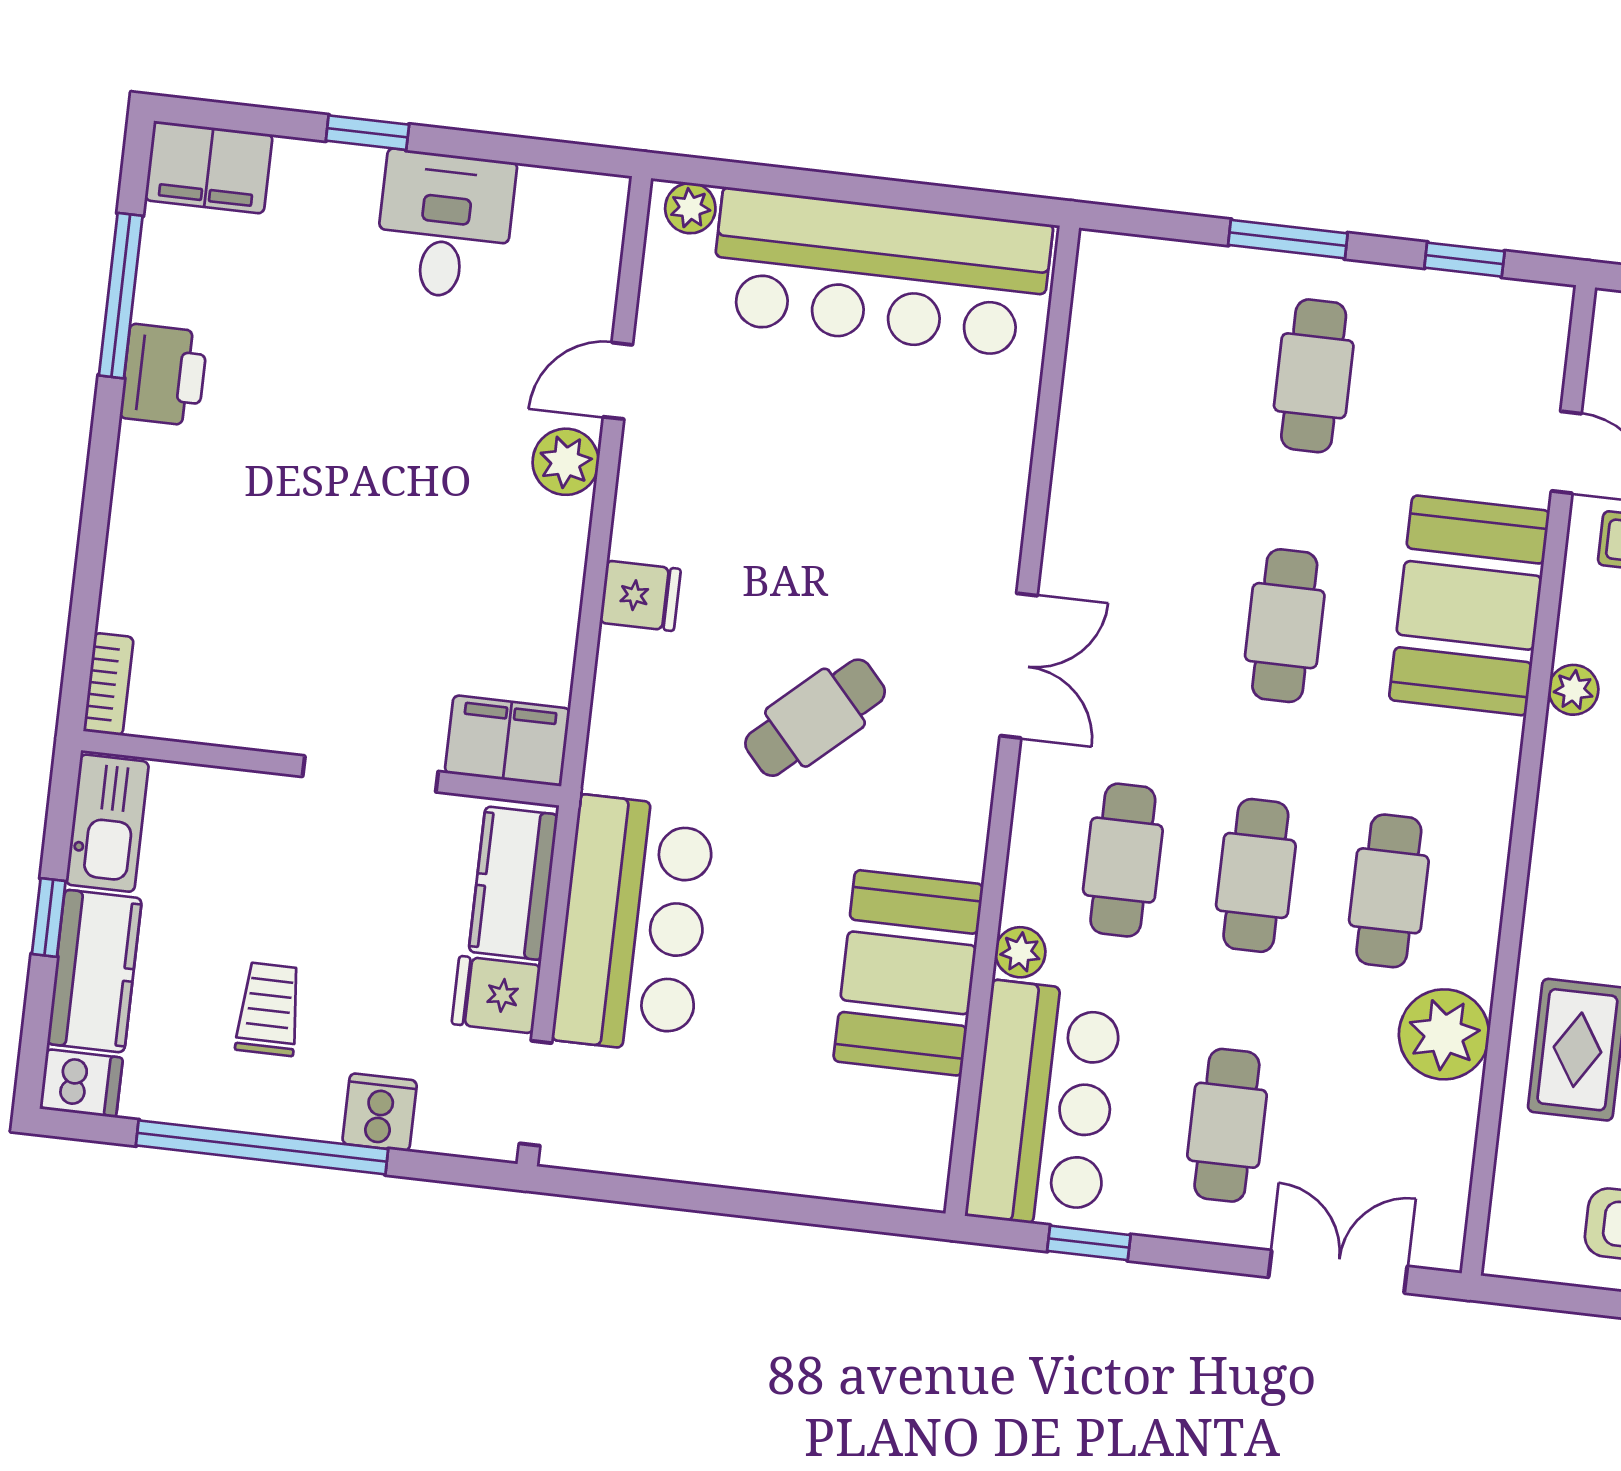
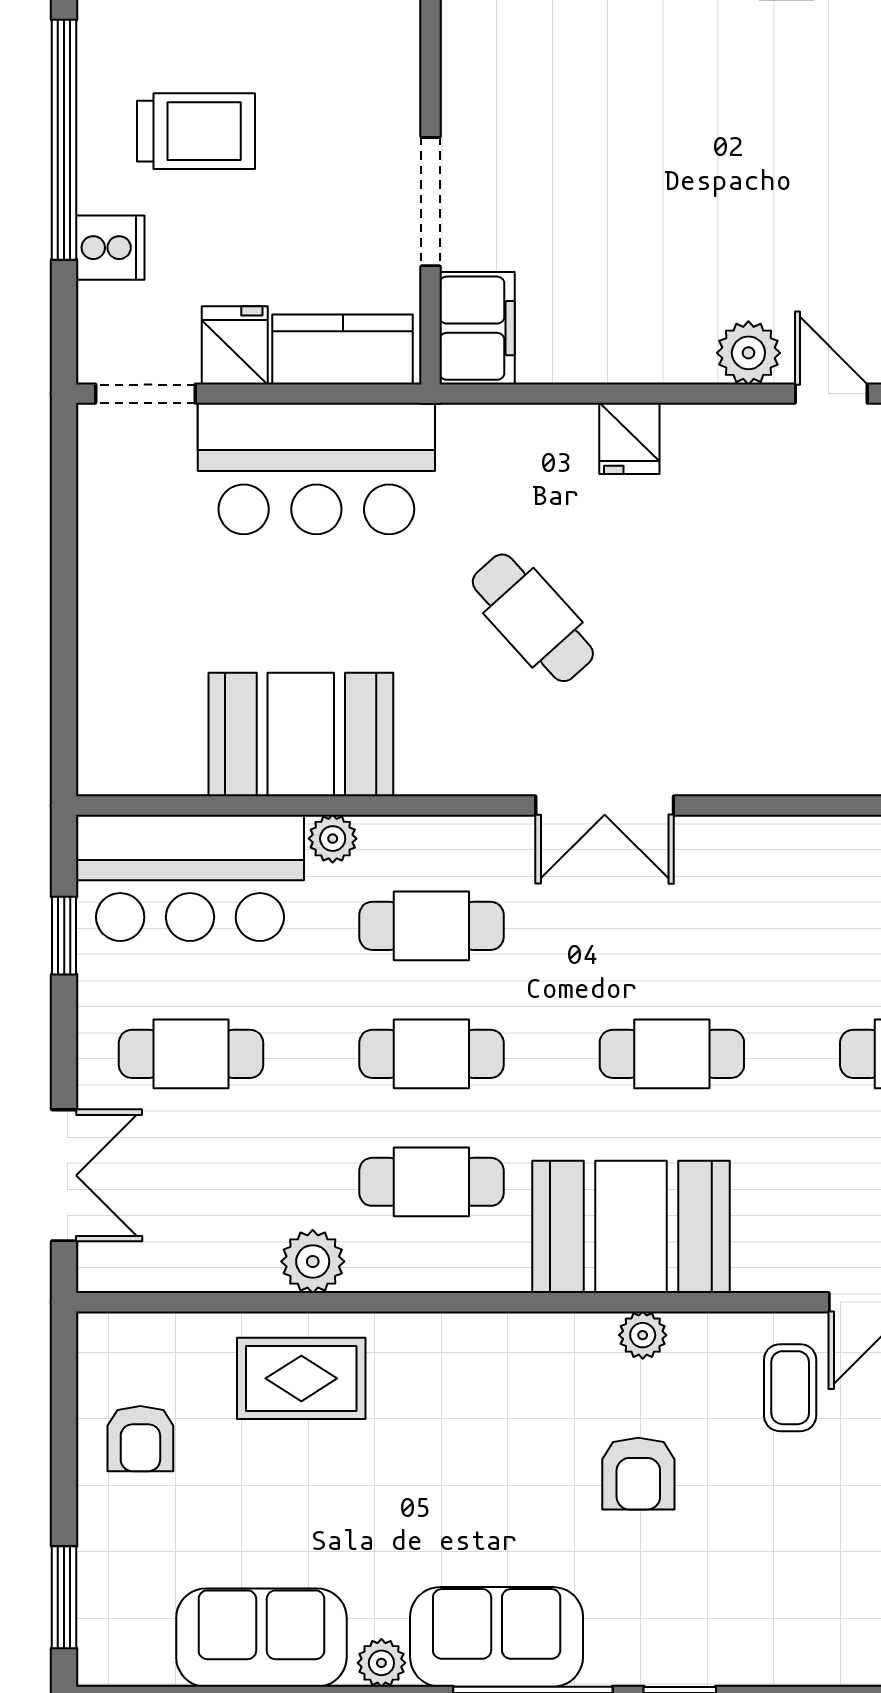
booth: (1469, 605) -> (631, 1227), moved
trolley: (269, 1009) -> (196, 131), width x1.36, depth x1.39
plant: (1444, 1034) -> (313, 1261), width x0.73, depth x0.73

